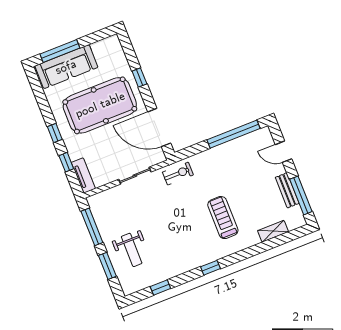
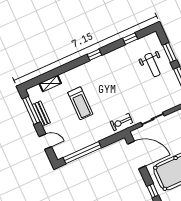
treadmill: (223, 218) -> (80, 103), moved
weight bench: (132, 250) -> (152, 65), turned 180

